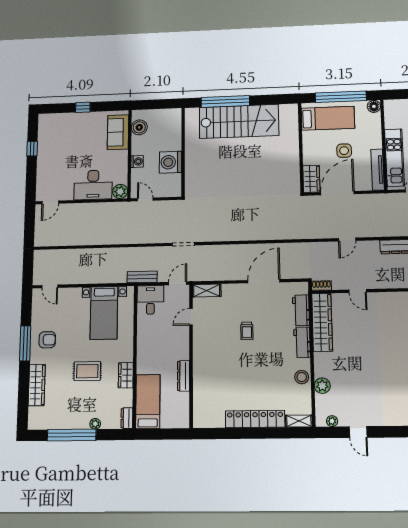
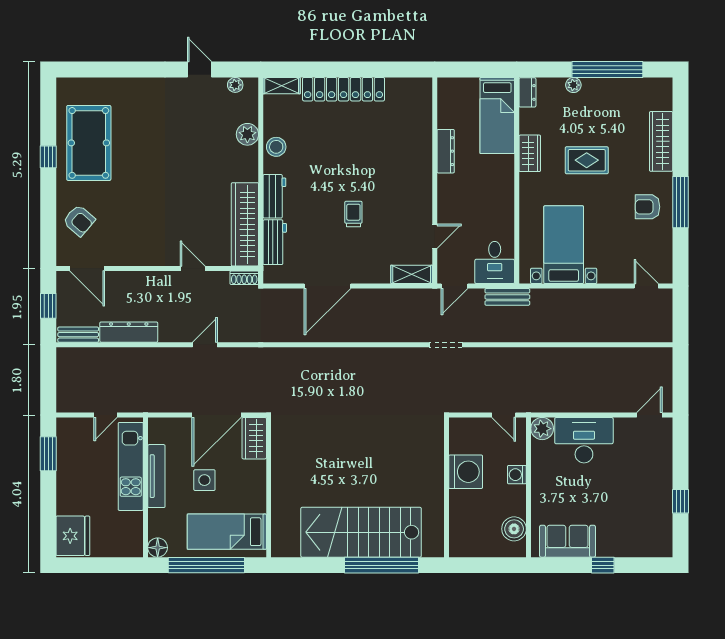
sofa: (118, 132) -> (568, 541), moved, turned -90
tv unit: (378, 170) -> (156, 476), moved

